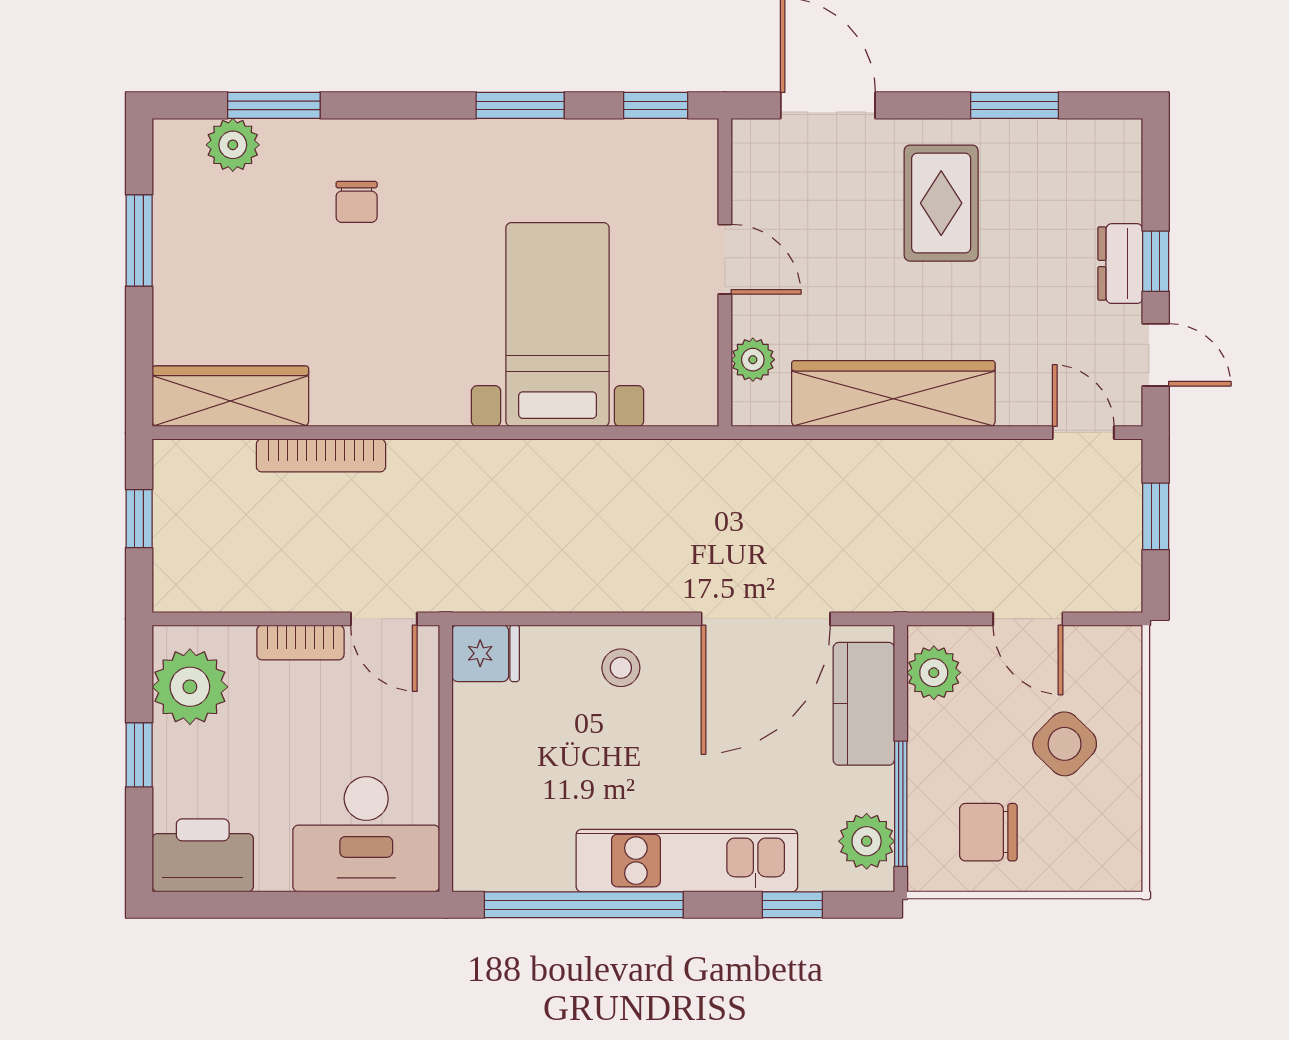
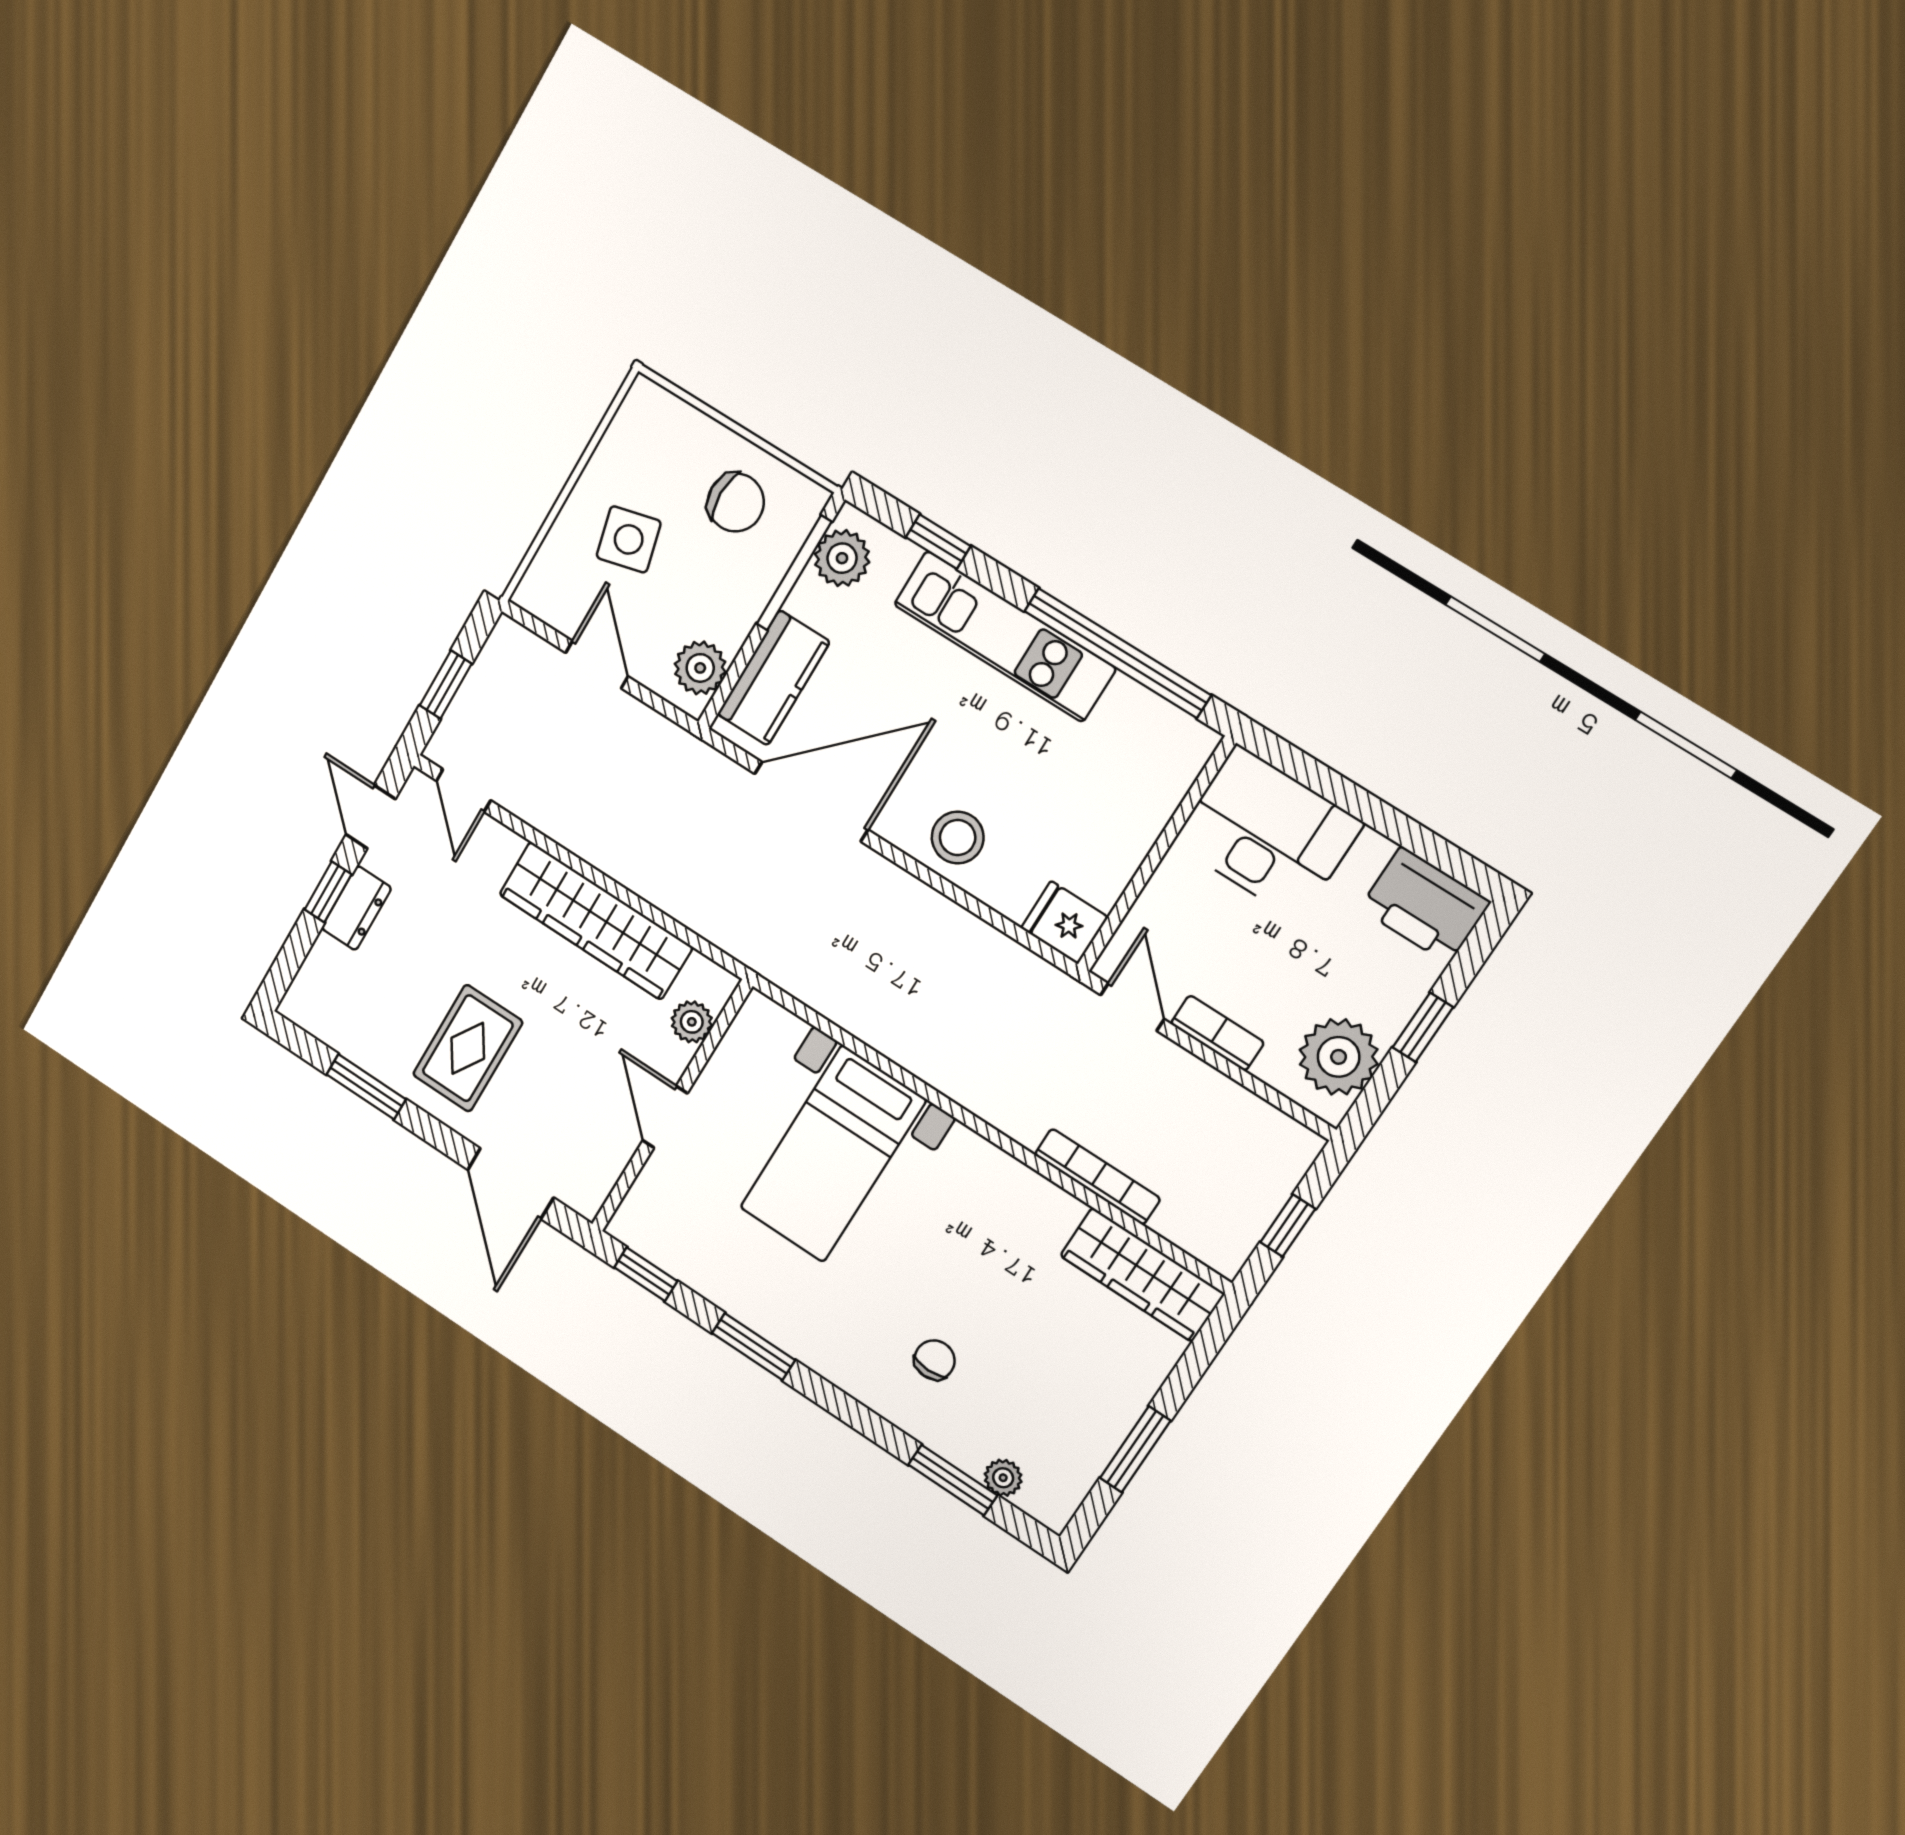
plant: (233, 145) -> (1003, 1478), width x0.73, depth x0.73
stool: (621, 668) -> (958, 837), width x1.37, depth x1.37
side table: (1065, 744) -> (629, 539), turned 32

